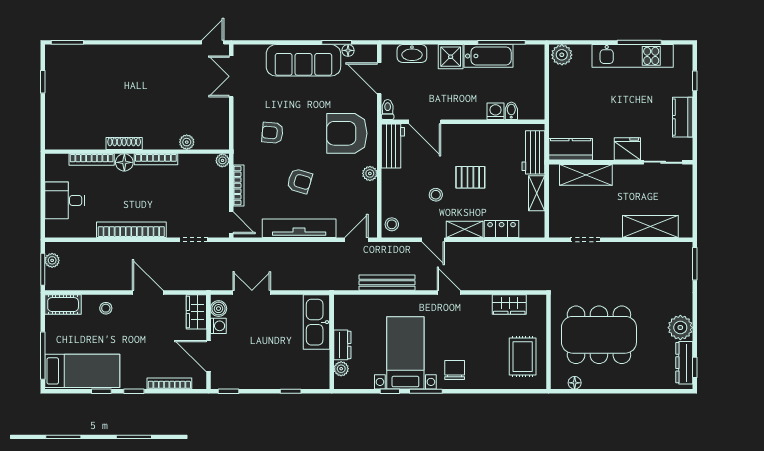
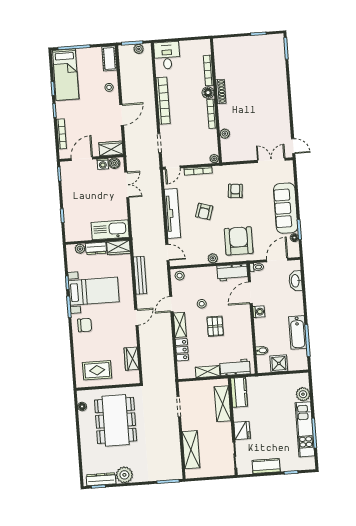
plant: (562, 55) -> (303, 394), moved
shower: (451, 57) -> (279, 363), moved
washing machine: (495, 111) -> (259, 312), moved
desk: (65, 200) -> (167, 55), moved
wardrobe: (344, 312) -> (119, 248), added

